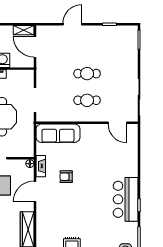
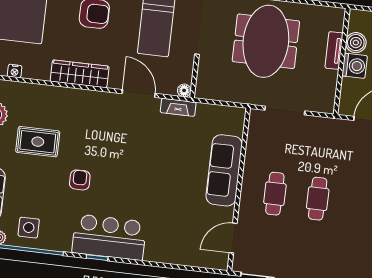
sofa: (58, 133) -> (224, 170), moved
armchair: (66, 177) -> (80, 180), moved

